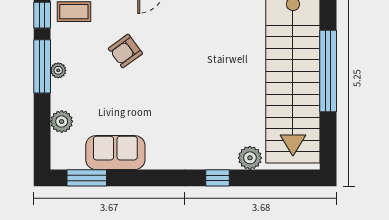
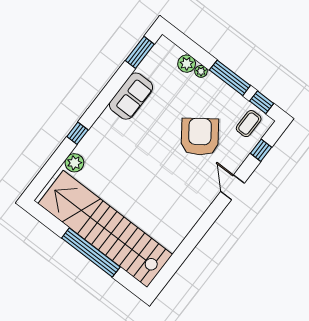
armchair: (125, 51) -> (200, 137), width x1.88, depth x1.88
plant: (58, 70) -> (201, 71), moved
sofa: (115, 153) -> (131, 96), moved

